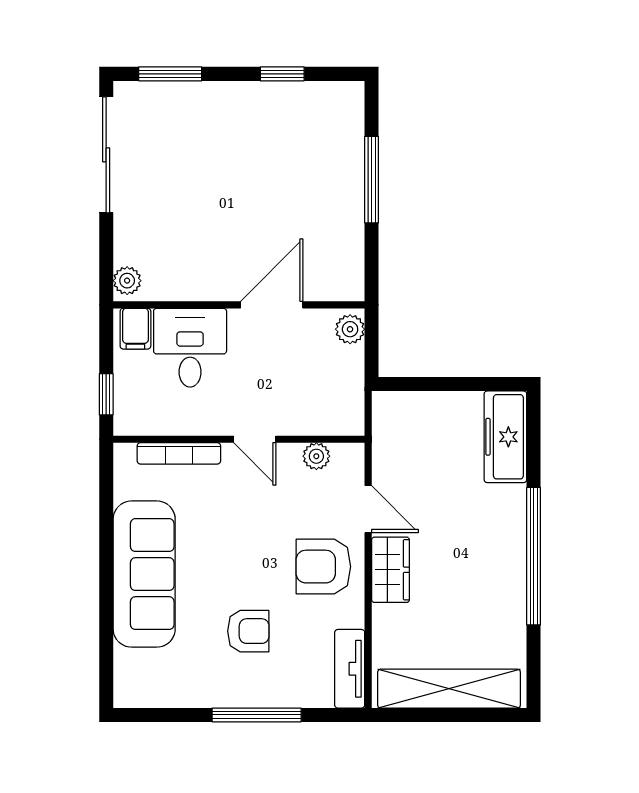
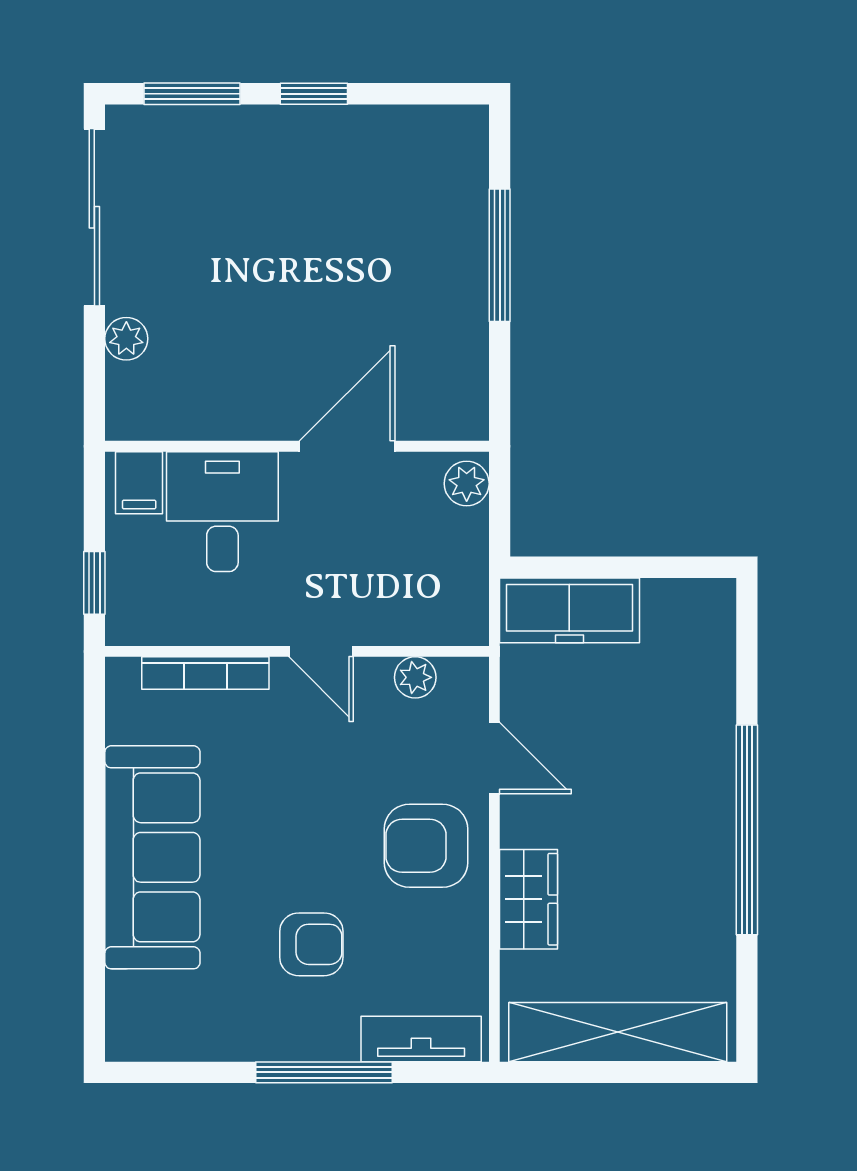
window: (282, 74) -> (314, 94), moved
plant: (127, 281) -> (126, 339), moved
freezer: (505, 437) -> (569, 610), moved, turned -90
wardrobe: (391, 570) -> (528, 899), moved
tv unit: (350, 669) -> (421, 1039), moved, turned 90

